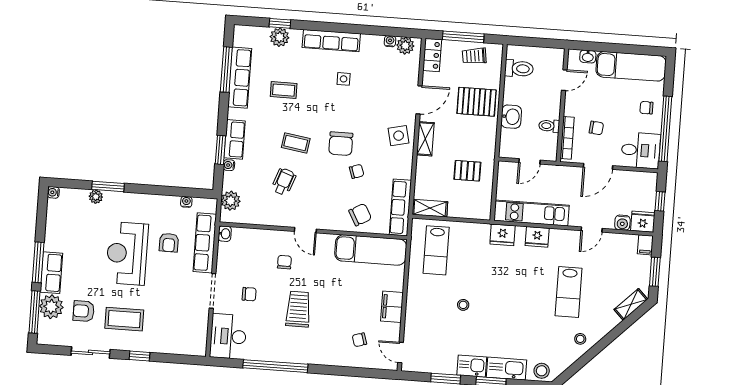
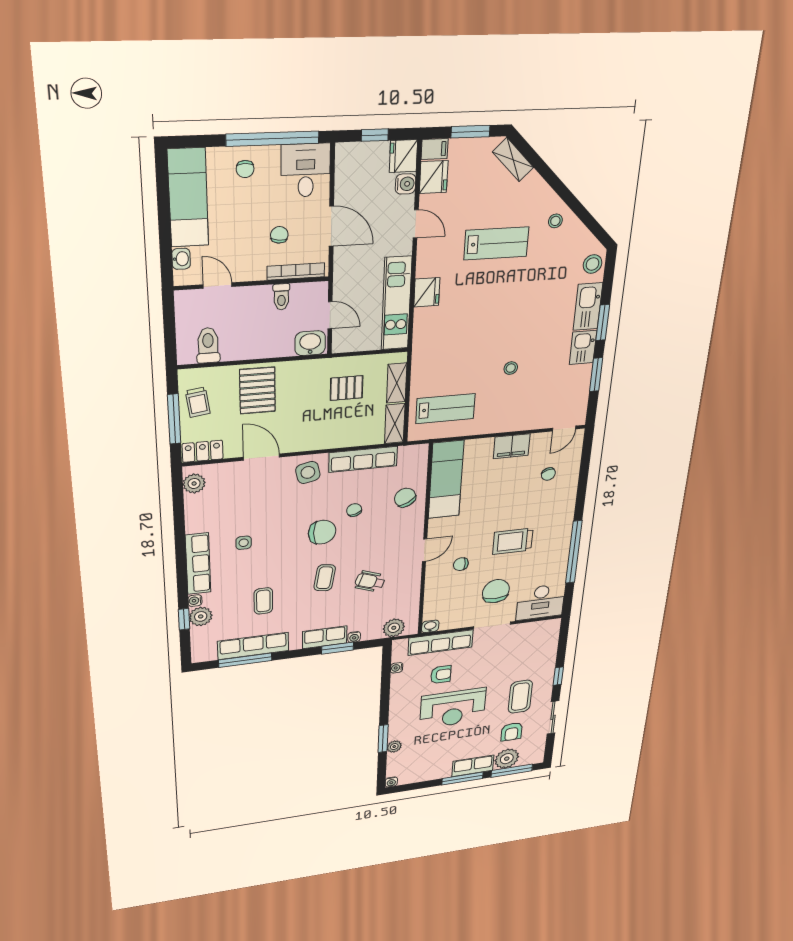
water cooler: (390, 41) -> (195, 601), moved
washbasin: (511, 117) -> (310, 343), moved
shelving: (425, 139) -> (397, 383), moved, turned 90
pallet: (467, 171) -> (347, 388), turned 90
row of seats: (400, 207) -> (363, 459), moved
fridge: (503, 235) -> (434, 177), moved
chair: (249, 294) -> (496, 591), width x1.87, depth x1.87

